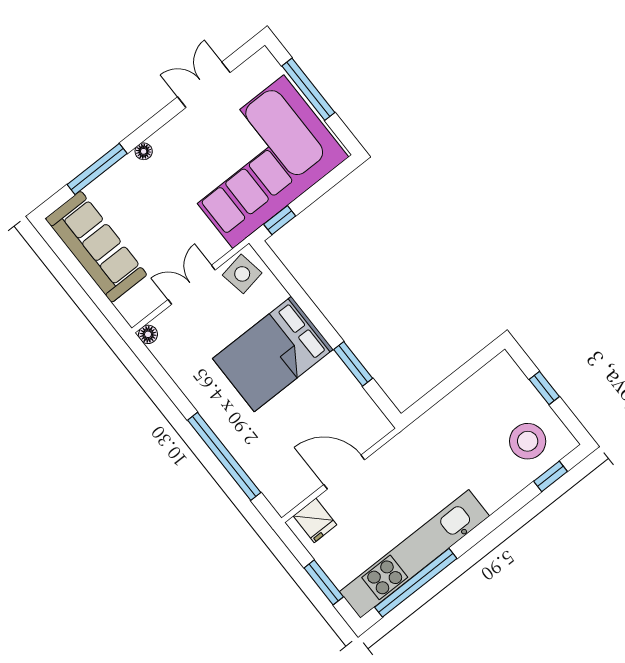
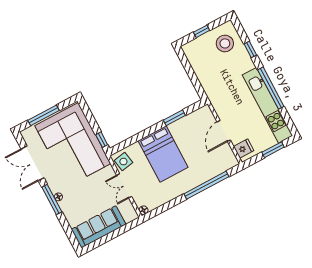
double door: (204, 85) -> (33, 163), width x1.37
window: (97, 169) -> (52, 200), moved
window: (551, 476) -> (250, 49), moved
window: (416, 583) -> (271, 88), moved

